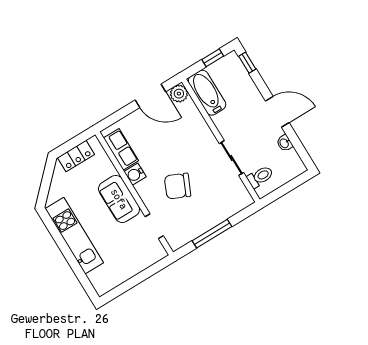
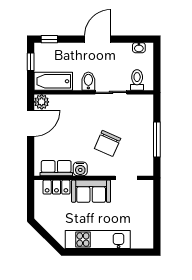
bidet: (229, 128) -> (88, 81), added
washbasin: (284, 143) -> (139, 48), moved
locker: (76, 156) -> (56, 187), moved, turned 90

